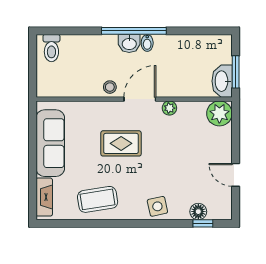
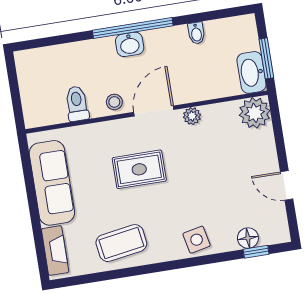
bidet: (147, 43) -> (196, 33), moved
toilet: (51, 48) -> (77, 104), moved, turned 180

